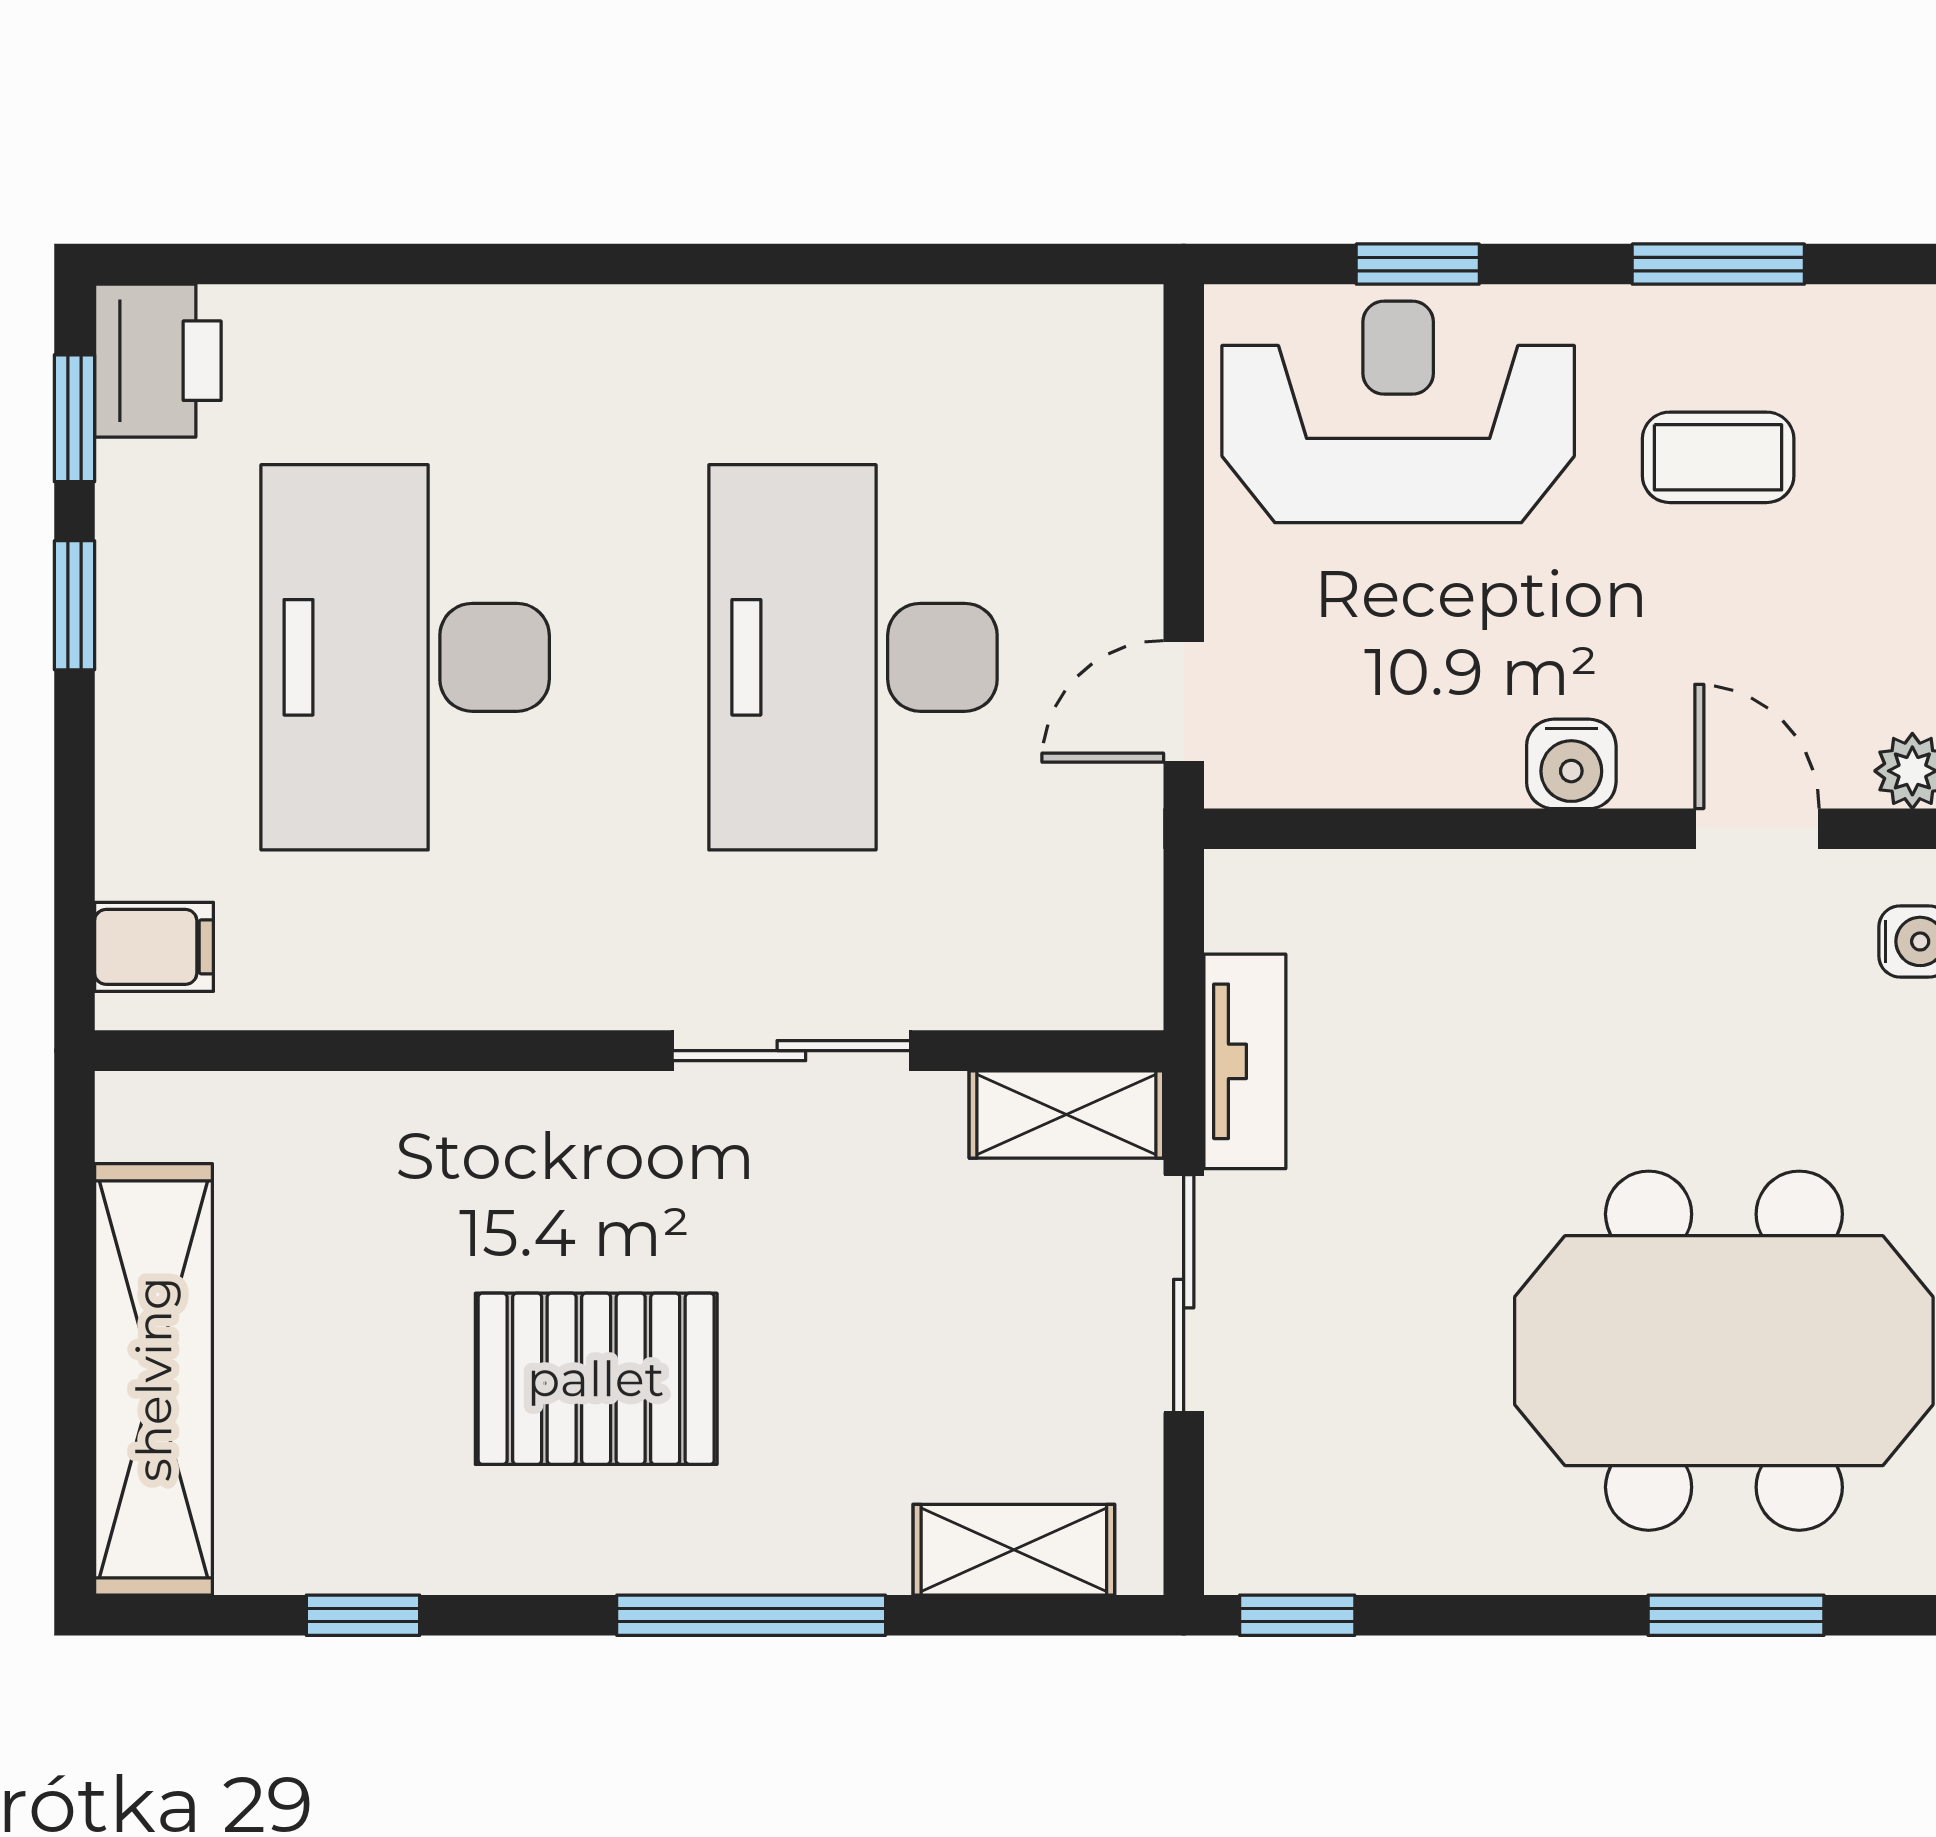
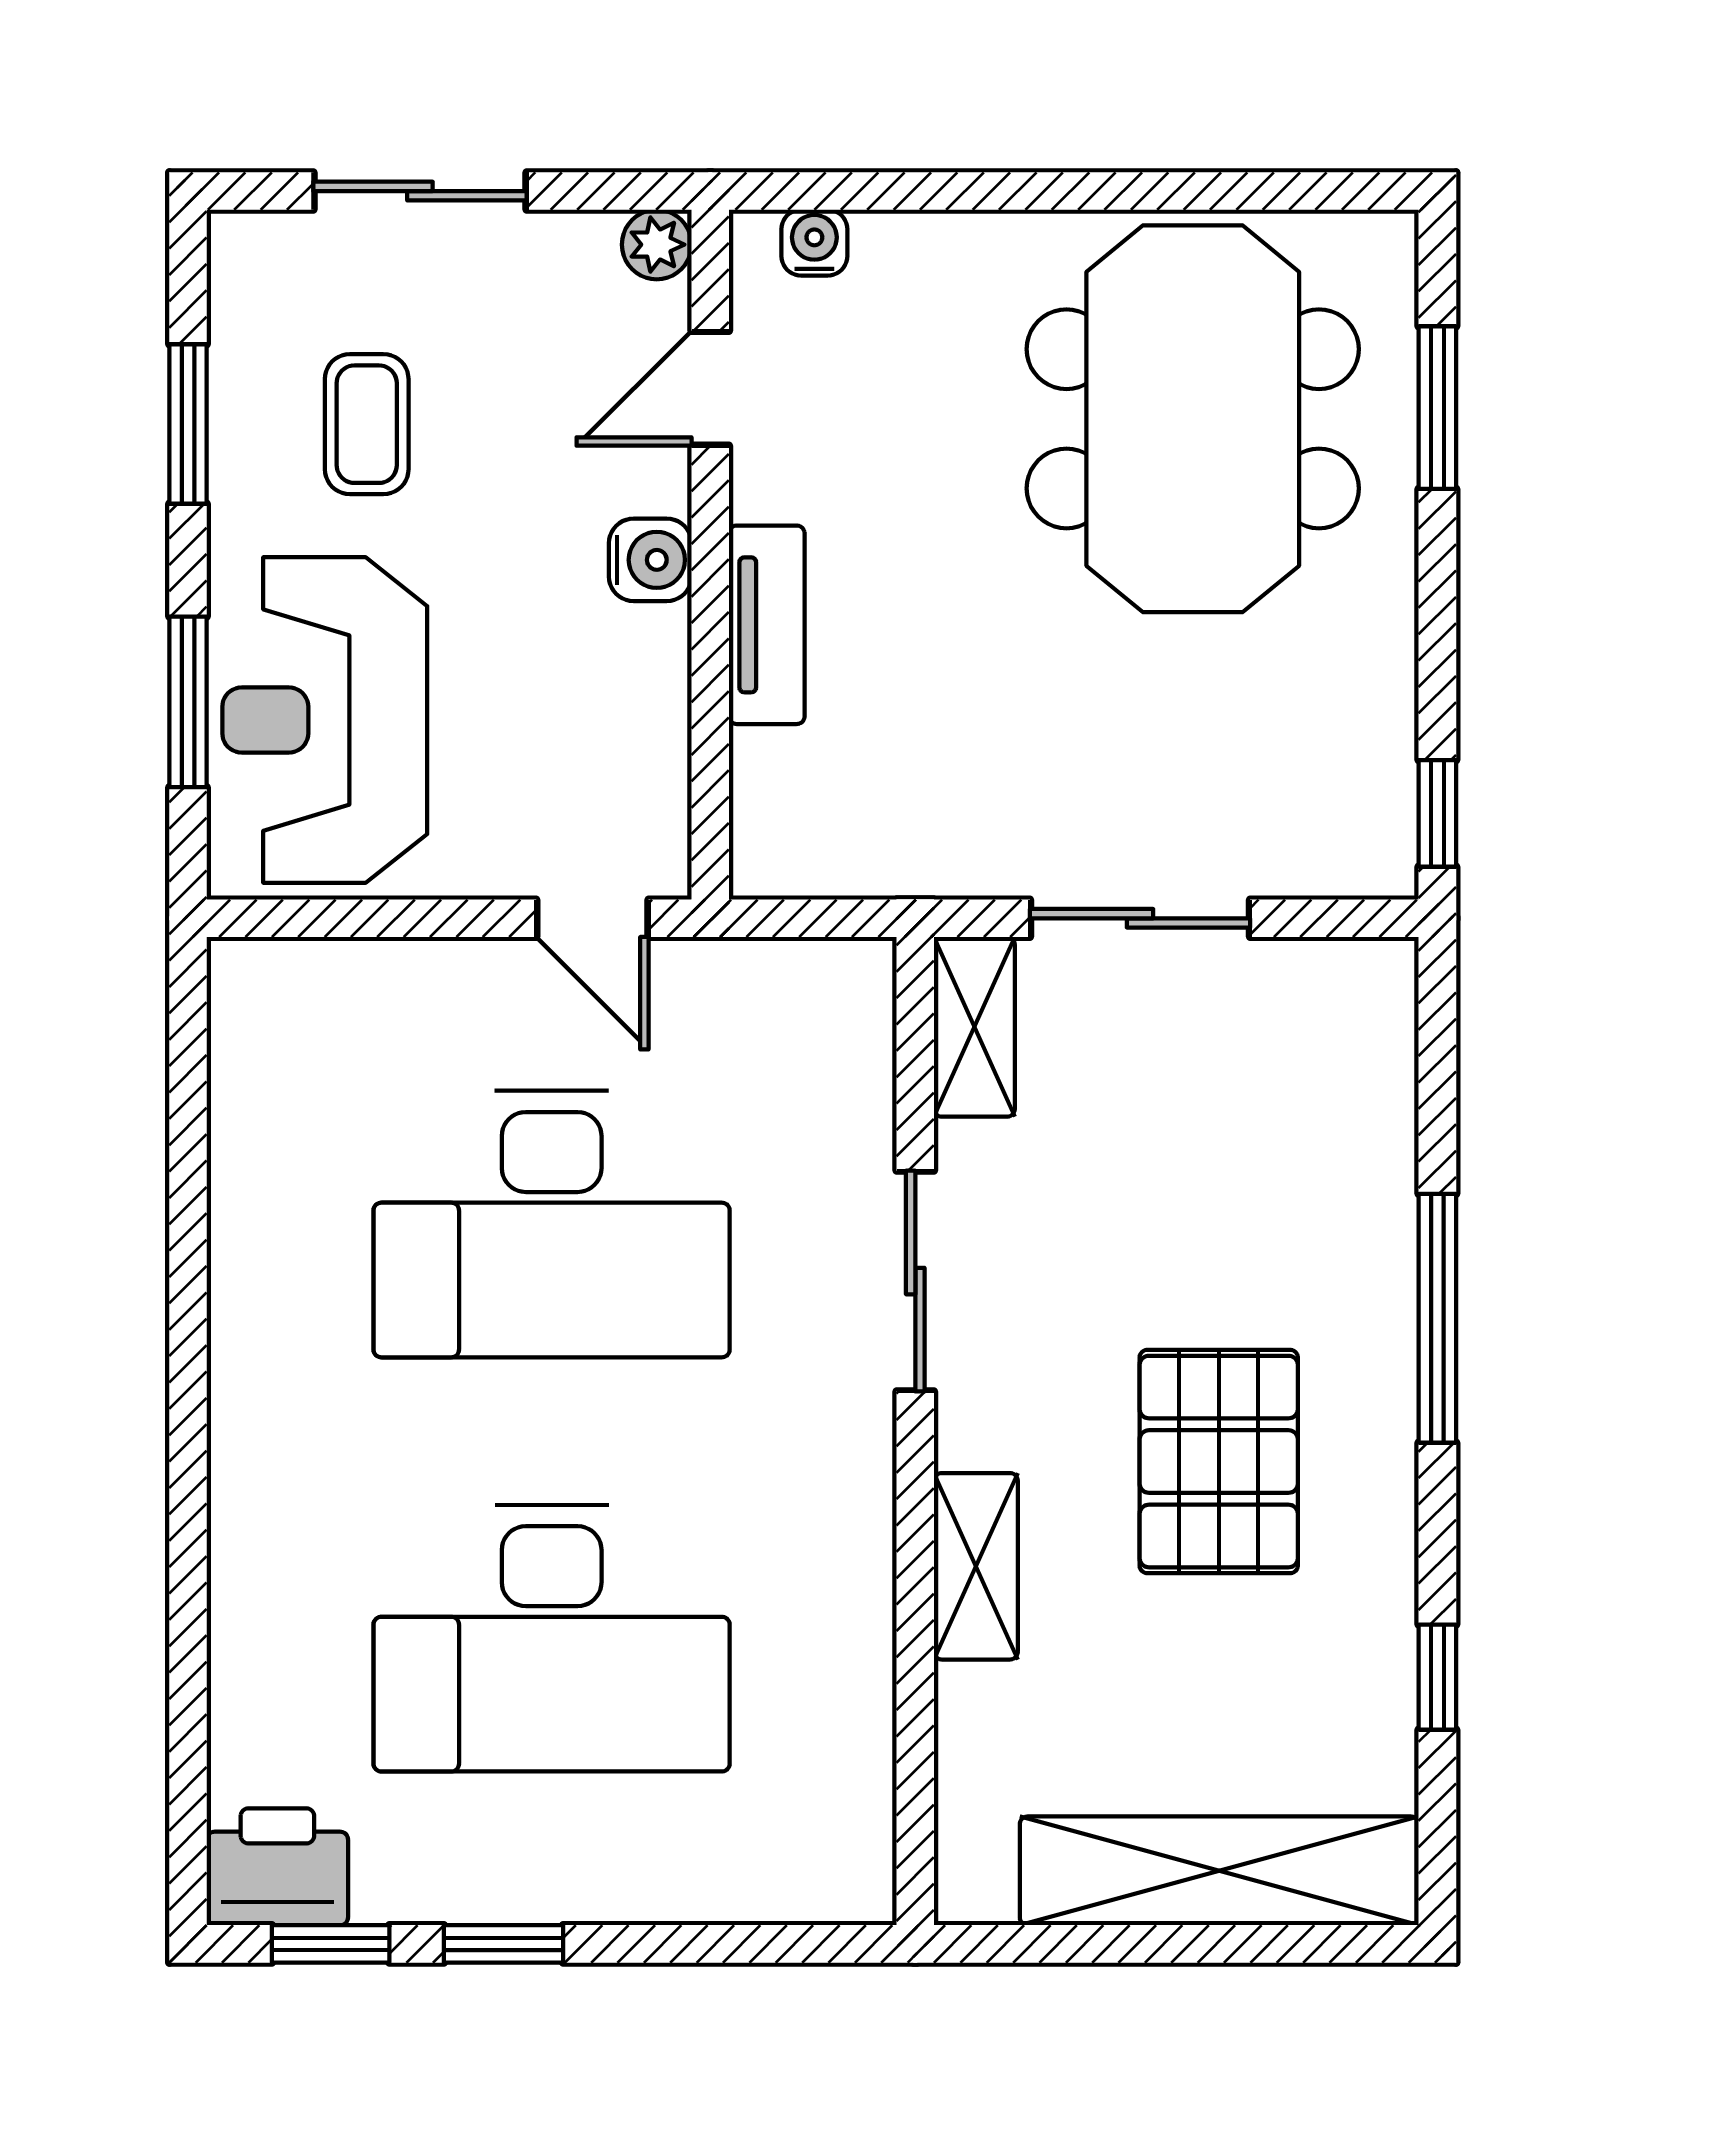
window: (1418, 264) -> (188, 702), width x1.50
filing cabinet: (154, 947) -> (819, 1870), removed
tv unit: (1245, 1061) -> (767, 625), moved, turned 90
shelving: (1014, 1550) -> (976, 1566), moved

